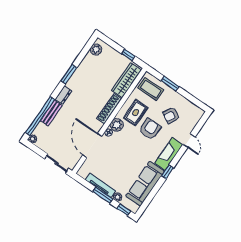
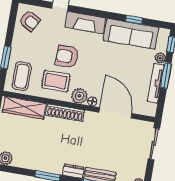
armchair: (171, 115) -> (30, 21), moved
door: (92, 146) -> (115, 113), swing flipped
window: (168, 172) -> (134, 20), moved

